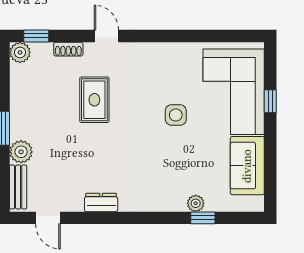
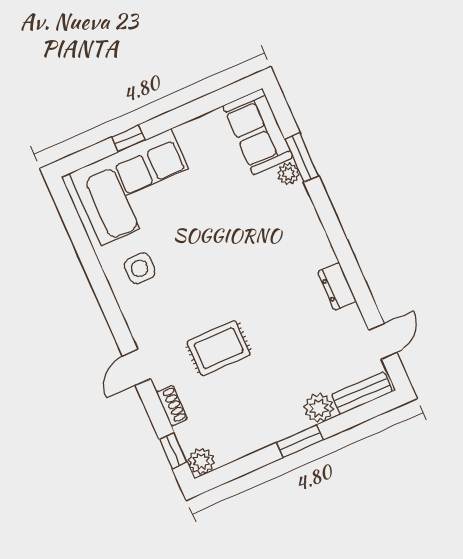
side table: (176, 115) -> (140, 268), moved
sofa: (247, 166) -> (258, 132), moved, turned 90
window: (203, 218) -> (302, 158), width x1.50

